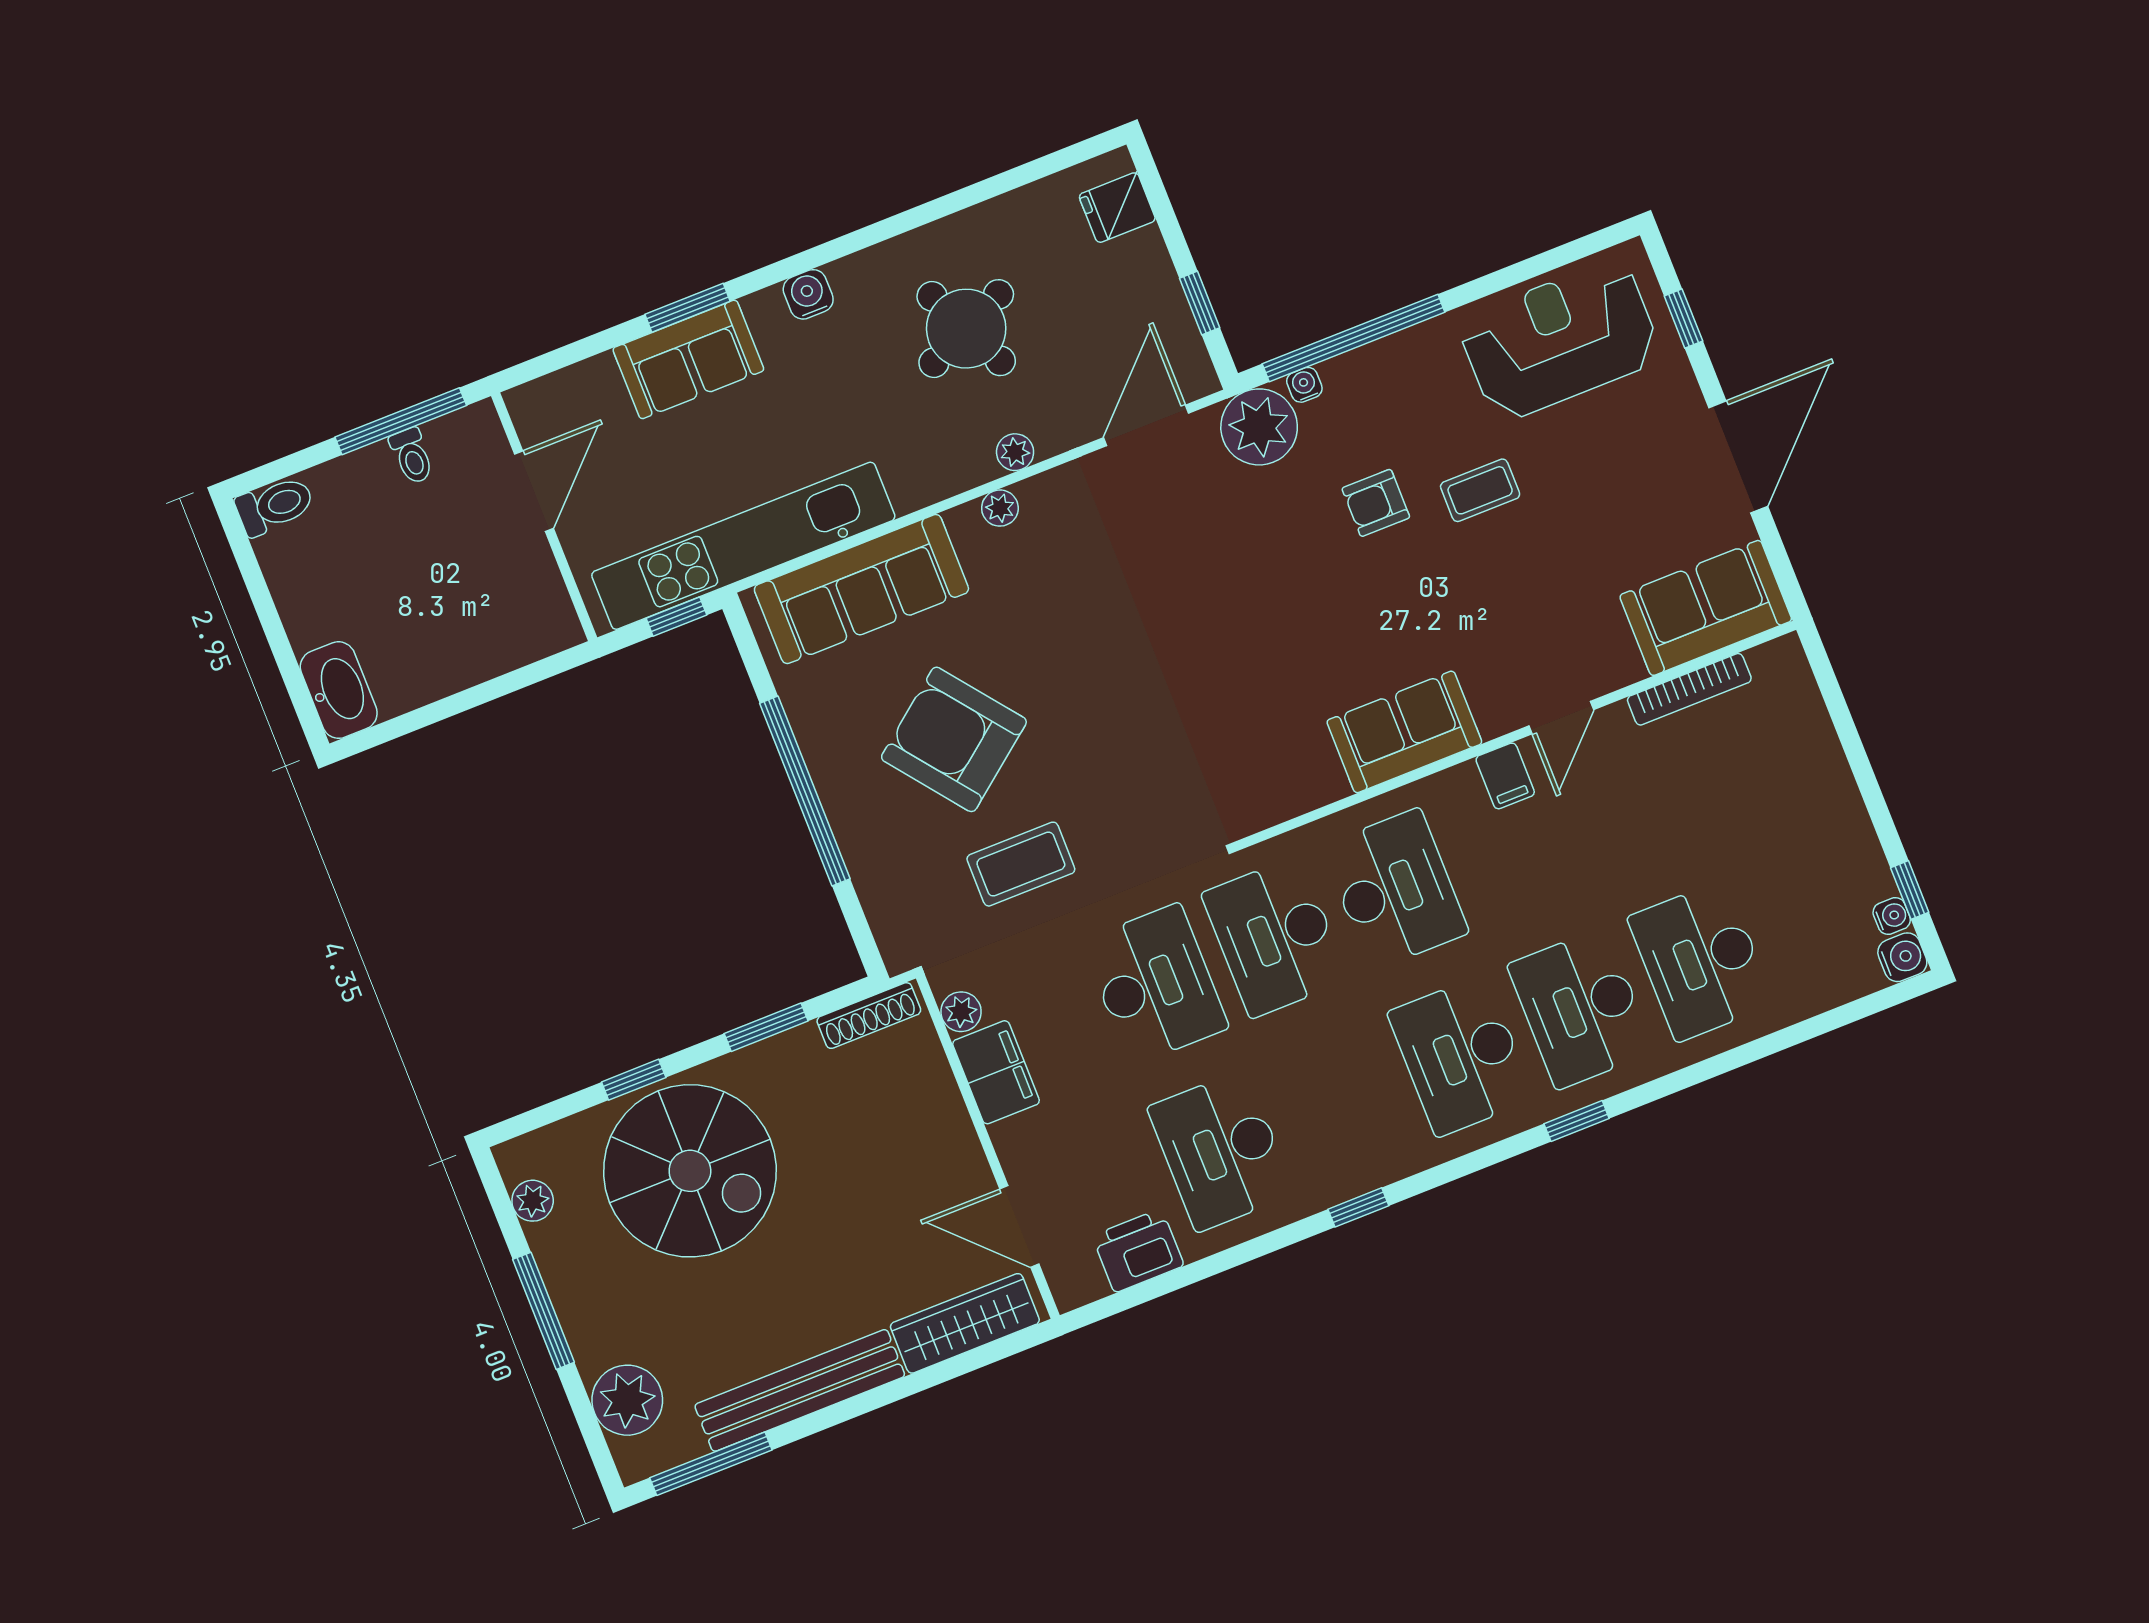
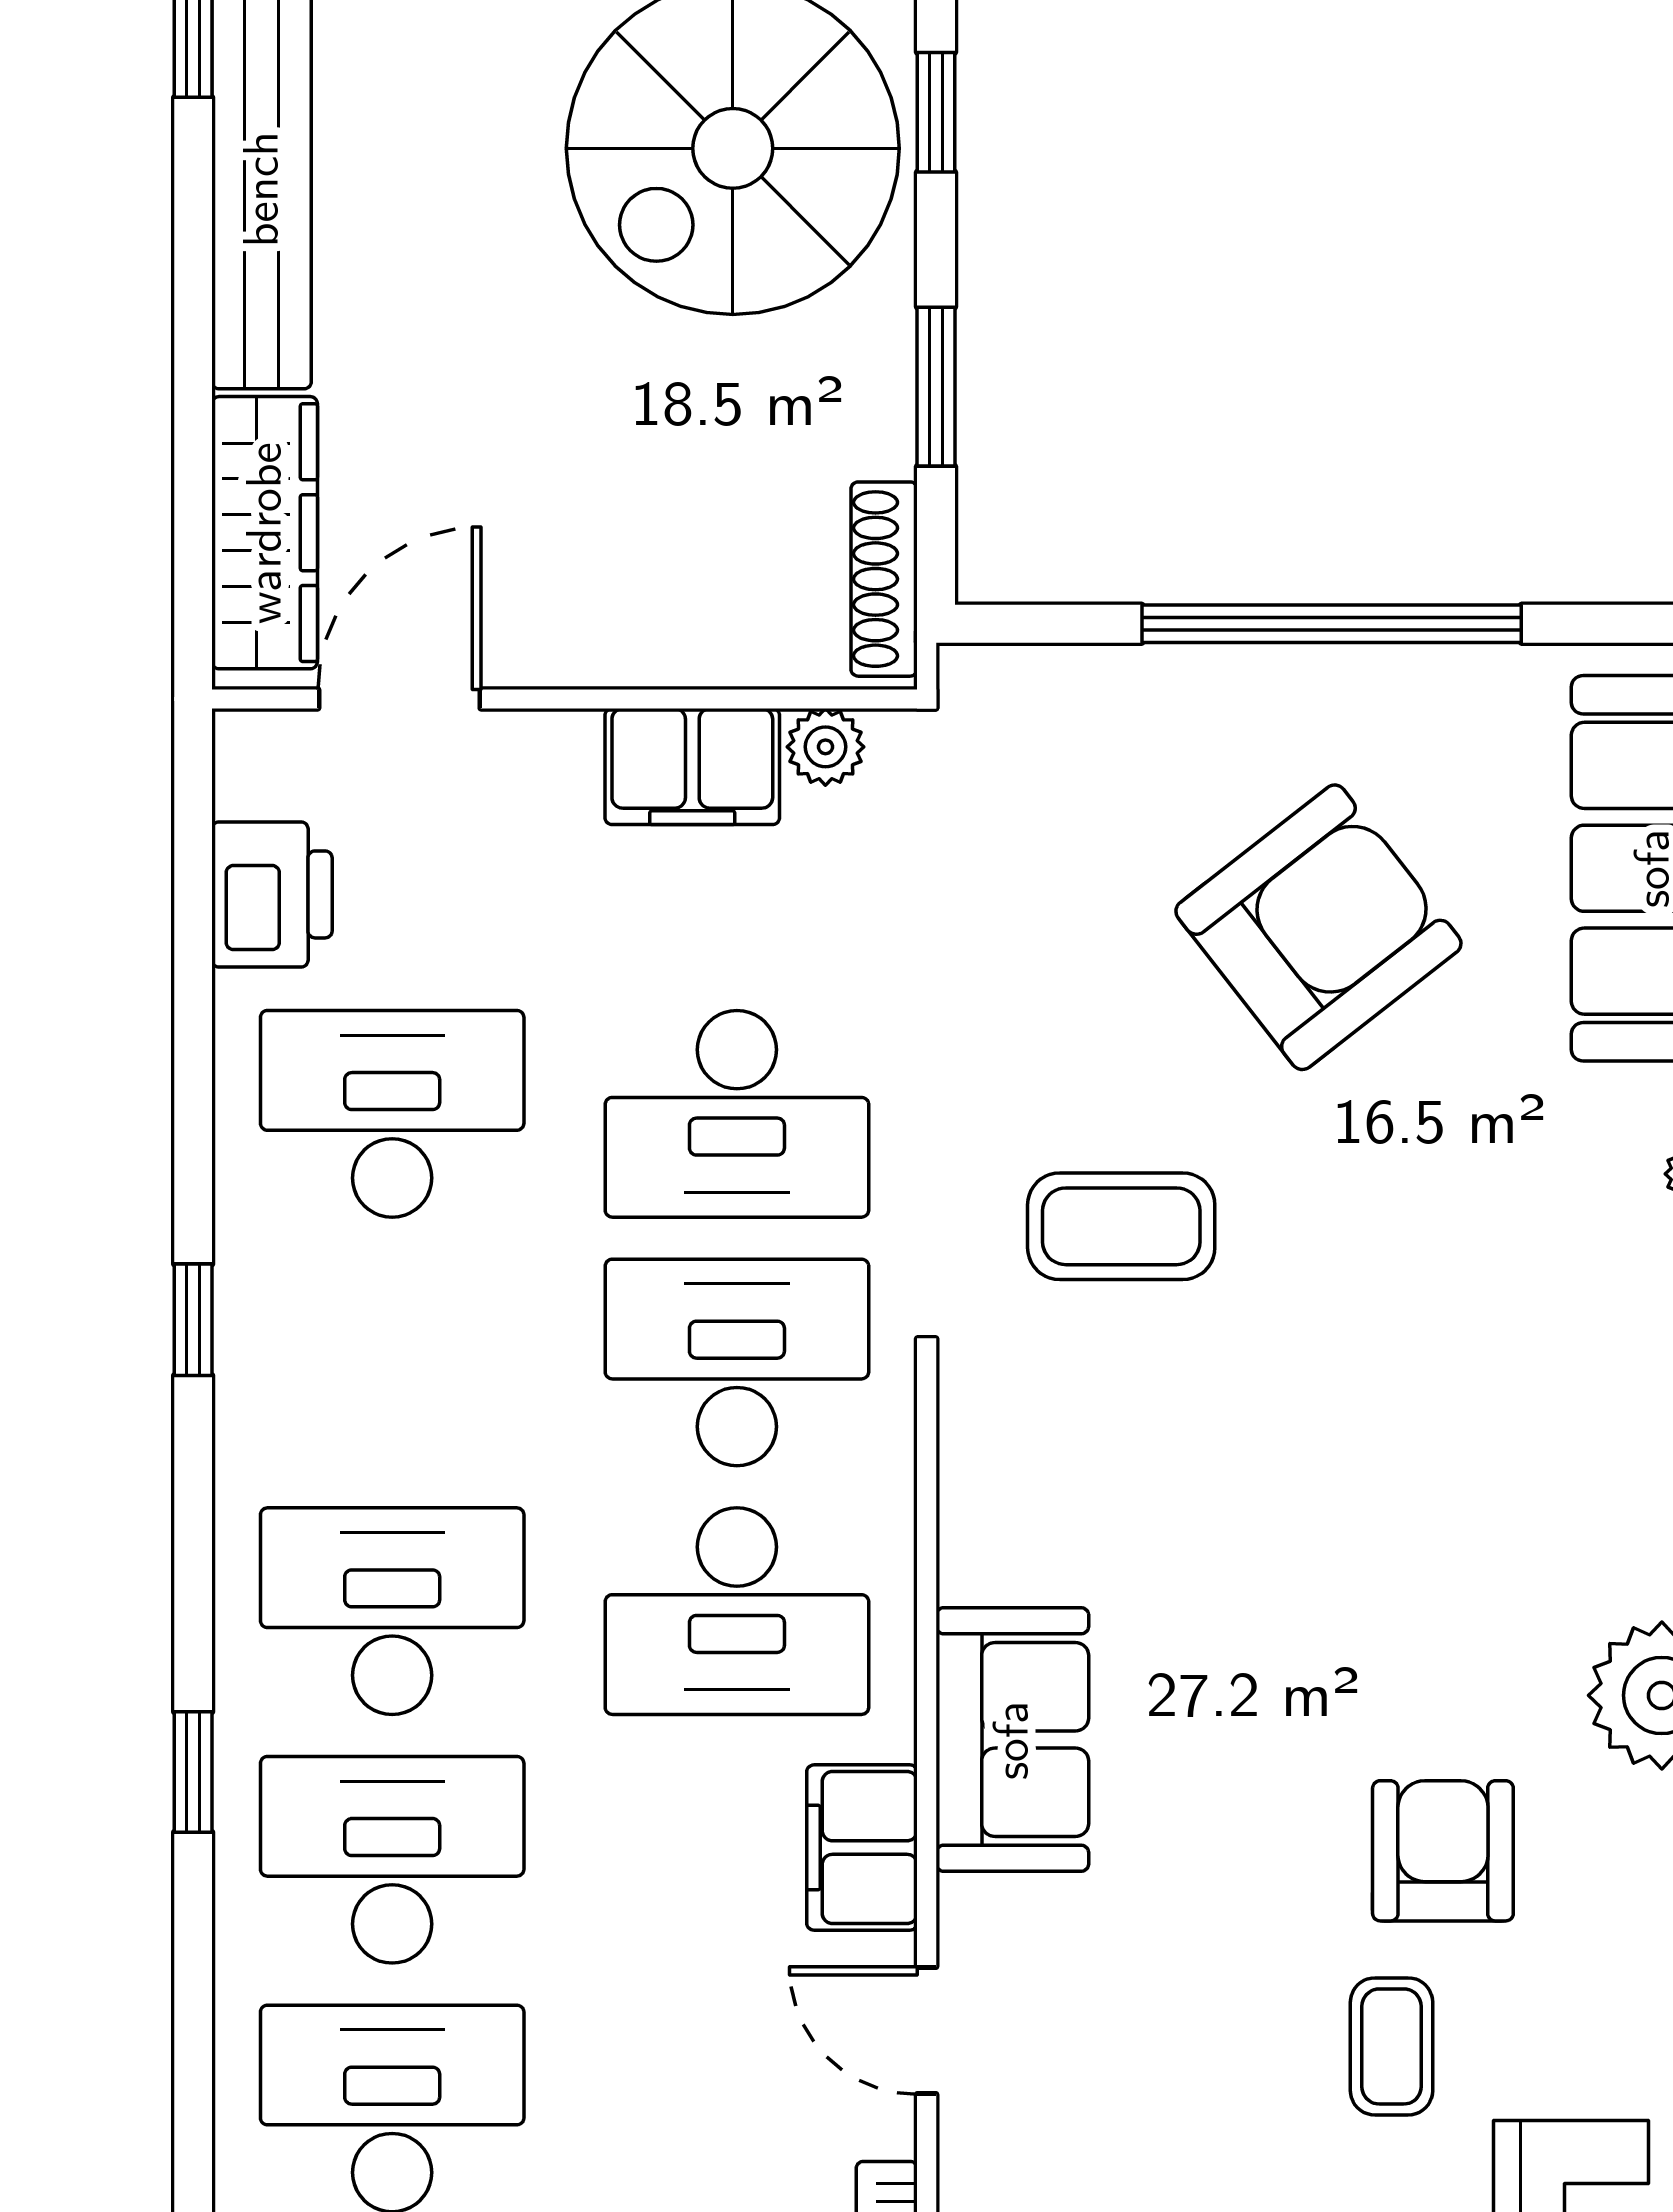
armchair: (1376, 503) -> (1443, 1851), width x1.38, depth x1.38
filing cabinet: (1505, 776) -> (862, 1848), width x2.00
coffee table: (1021, 864) -> (1121, 1226), moved, turned 90

